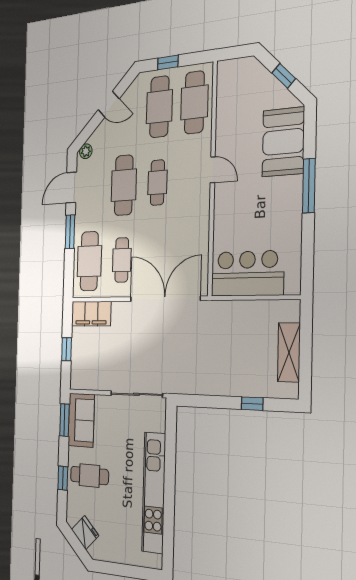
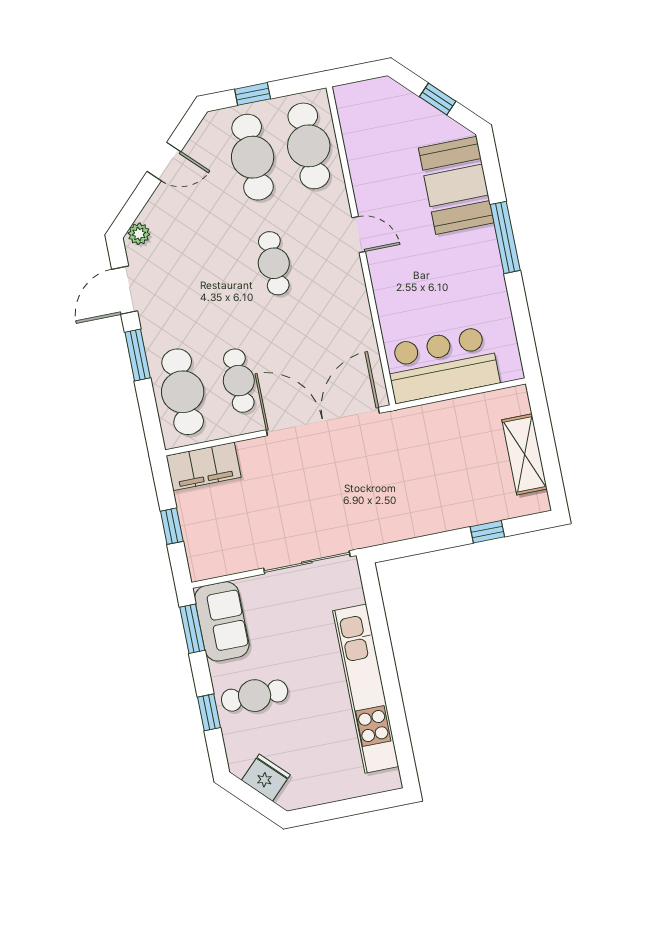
cafe table: (124, 185) -> (218, 274), removed

